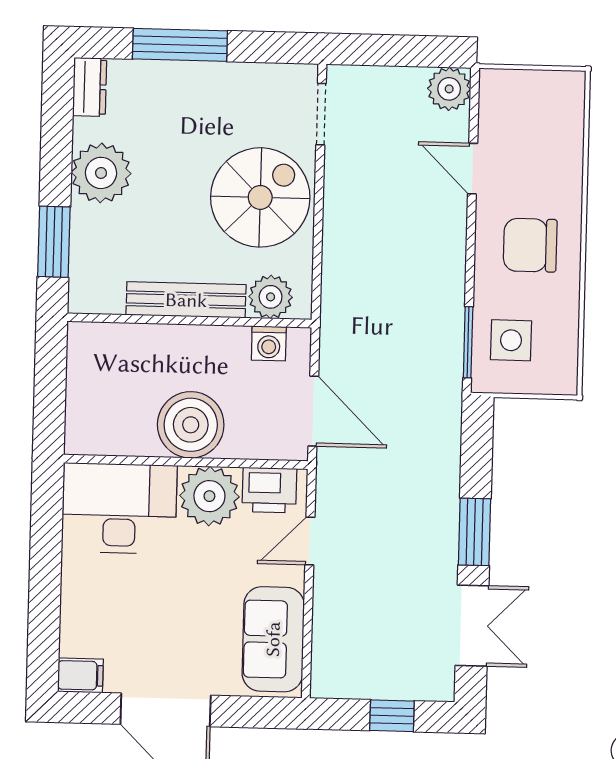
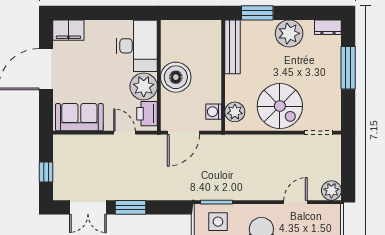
bench: (186, 300) -> (232, 47), moved
filing cabinet: (80, 675) -> (68, 30), width x2.00

